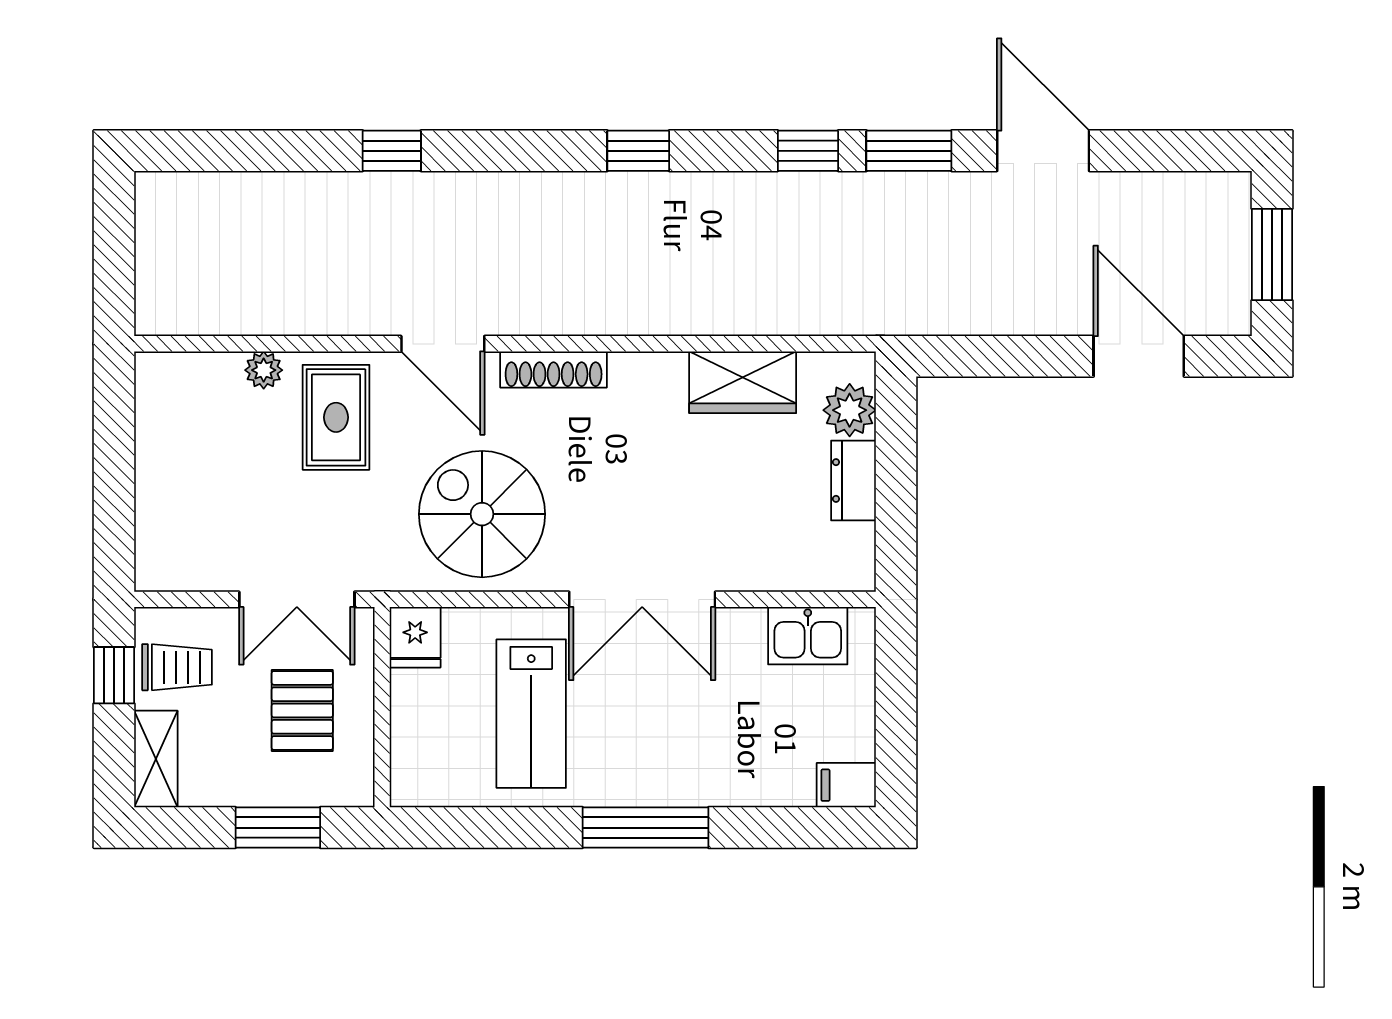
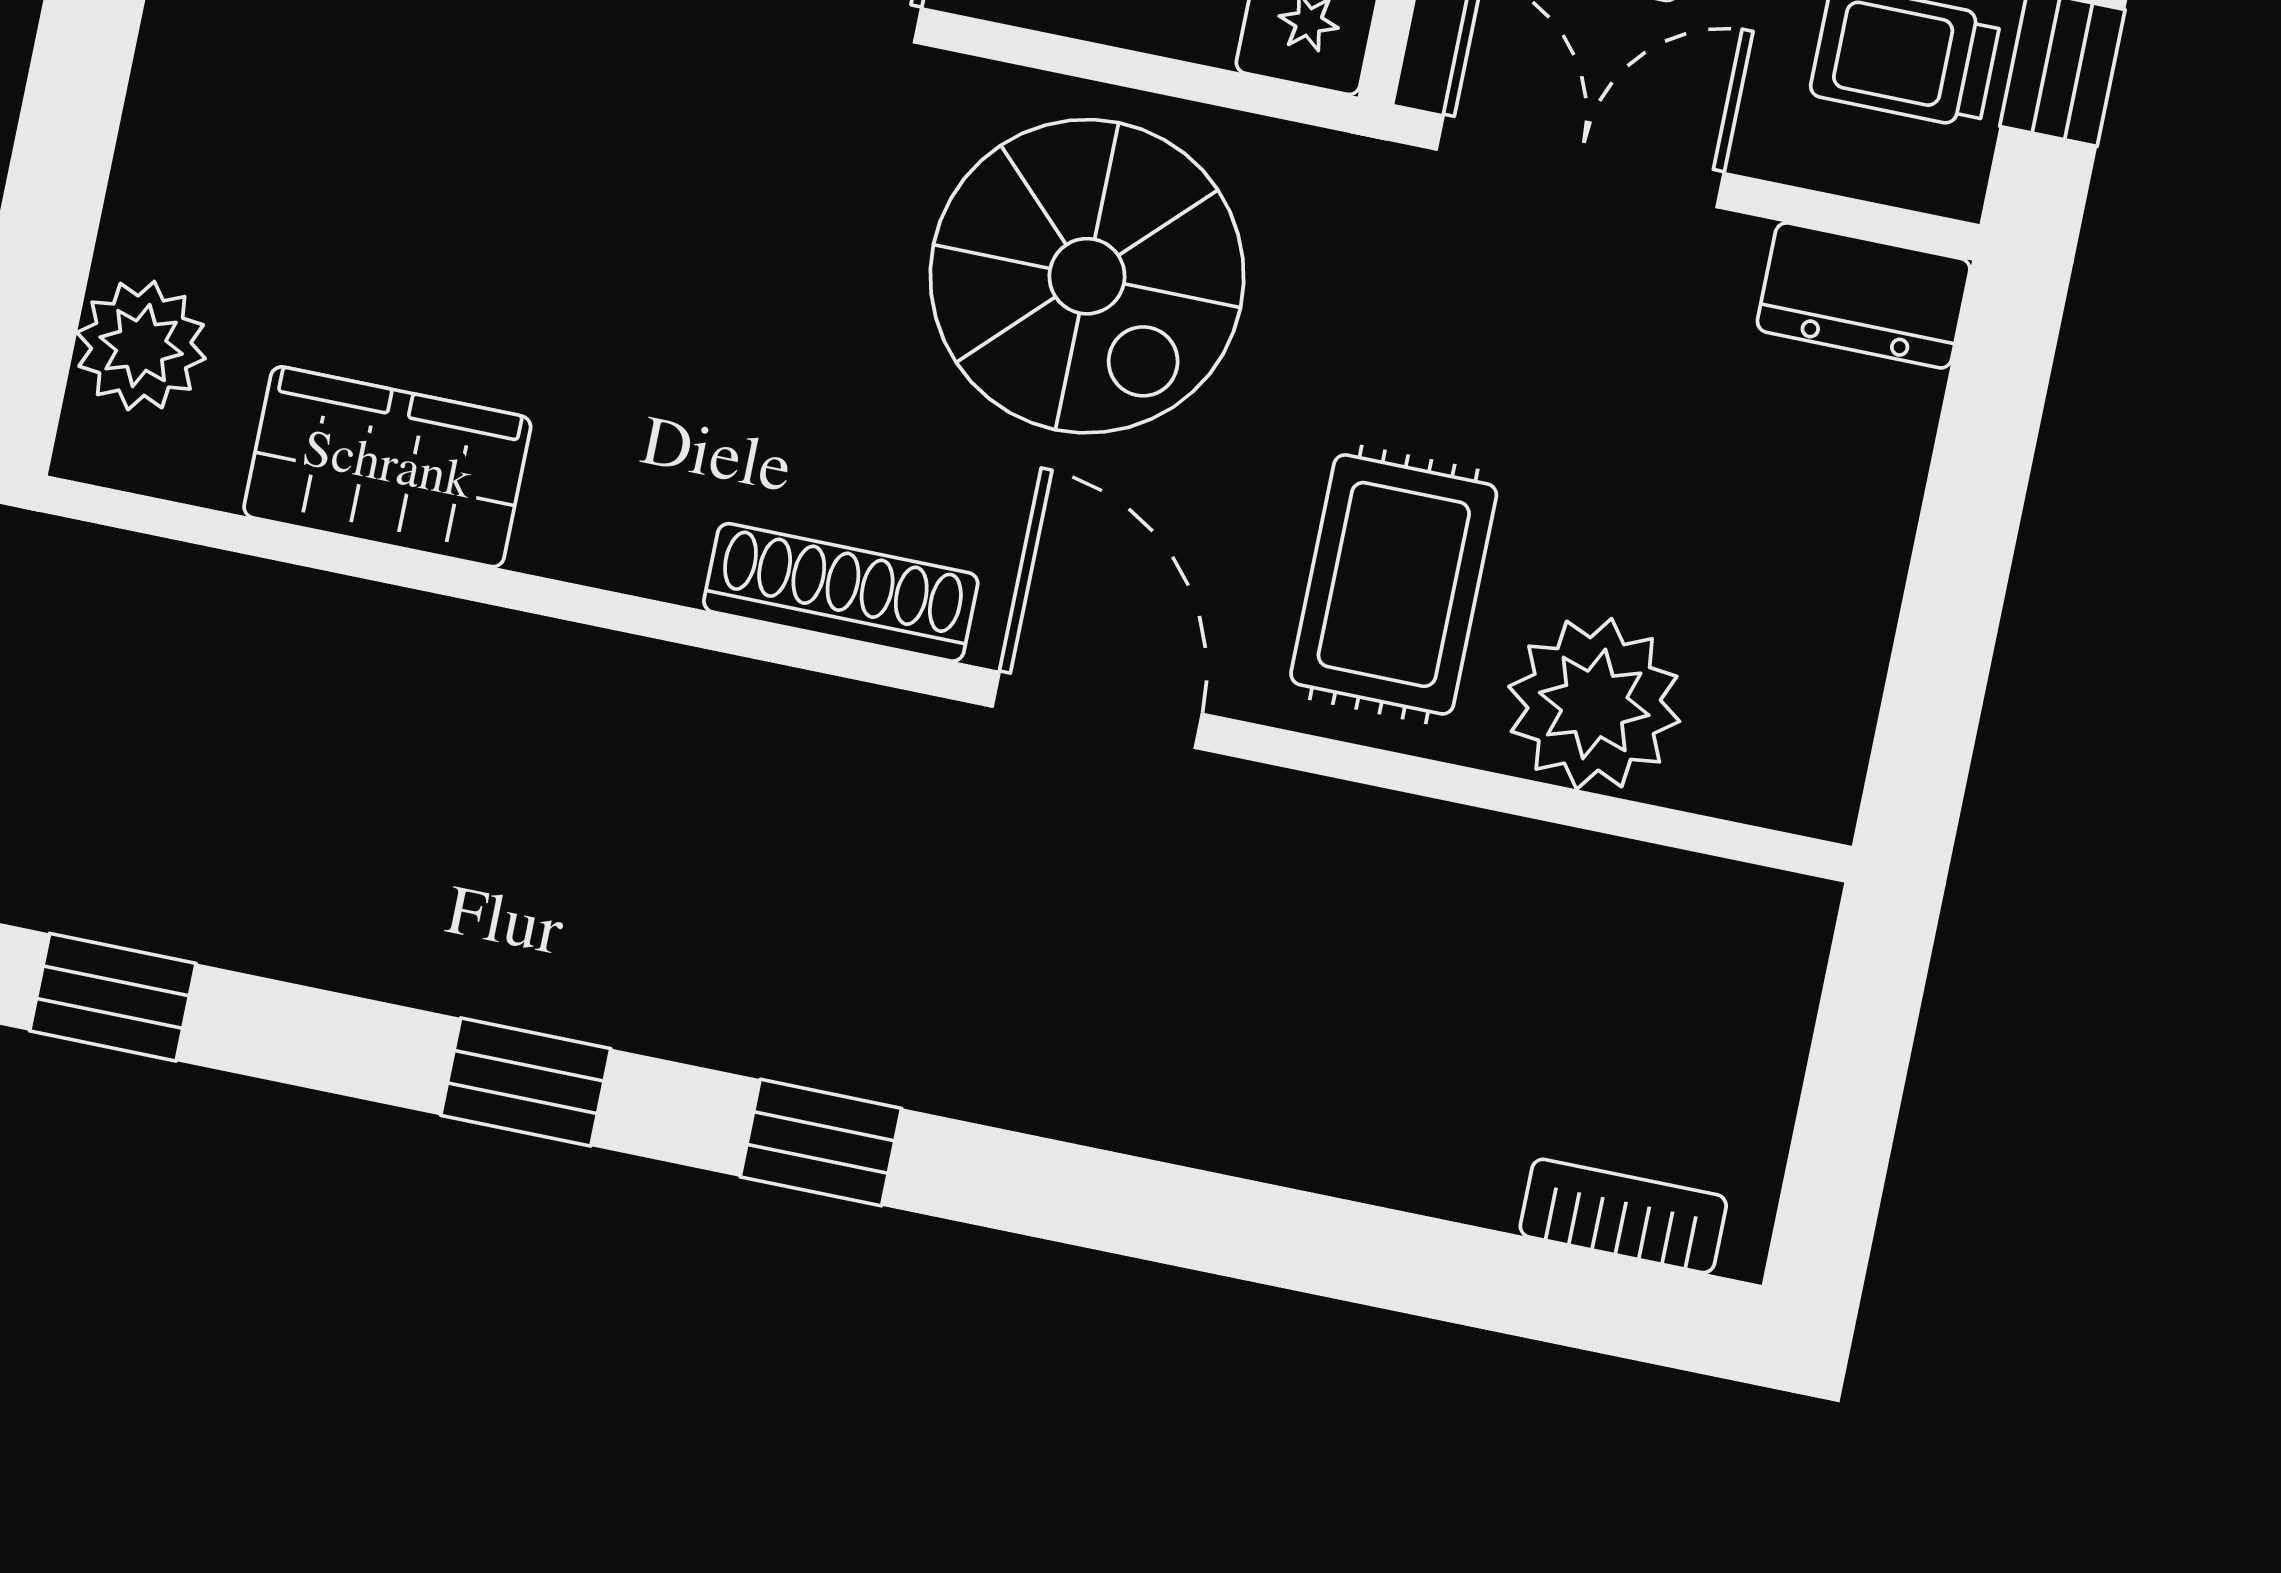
window: (392, 151) -> (821, 1143), moved
bookcase: (194, 187) -> (1623, 1216), added
plant: (264, 370) -> (1594, 704), width x1.88, depth x1.88
dresser: (854, 481) -> (1864, 295), moved, turned 90

